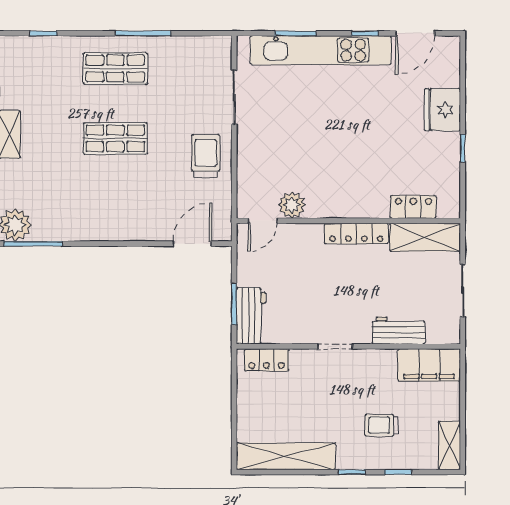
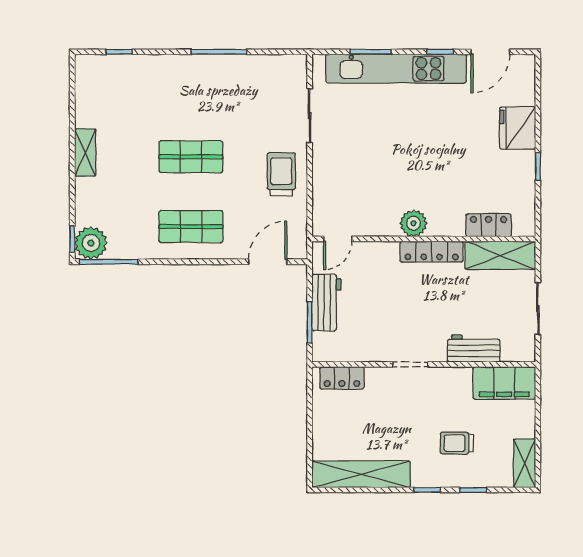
shop shelf: (115, 69) -> (191, 227), moved
plant: (292, 205) -> (413, 223), moved
workbench: (251, 316) -> (326, 302), moved

